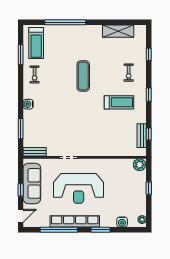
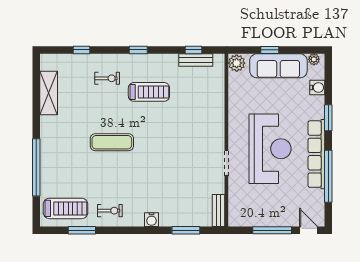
treadmill: (119, 102) -> (149, 92), turned 90
sofa: (32, 183) -> (278, 66), moved, turned 180
window: (21, 190) -> (272, 230), width x2.17

